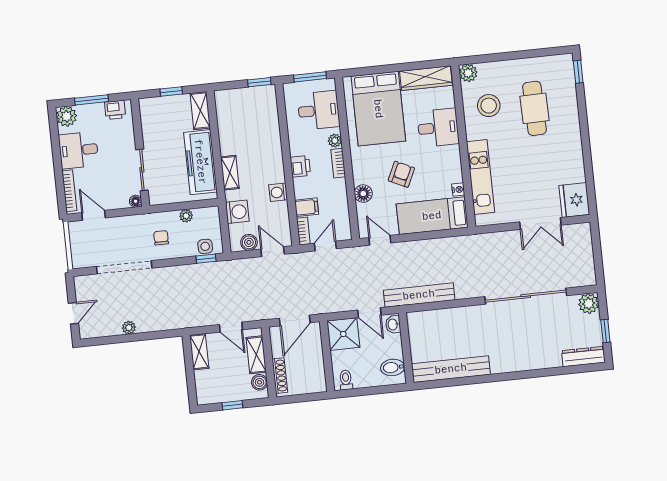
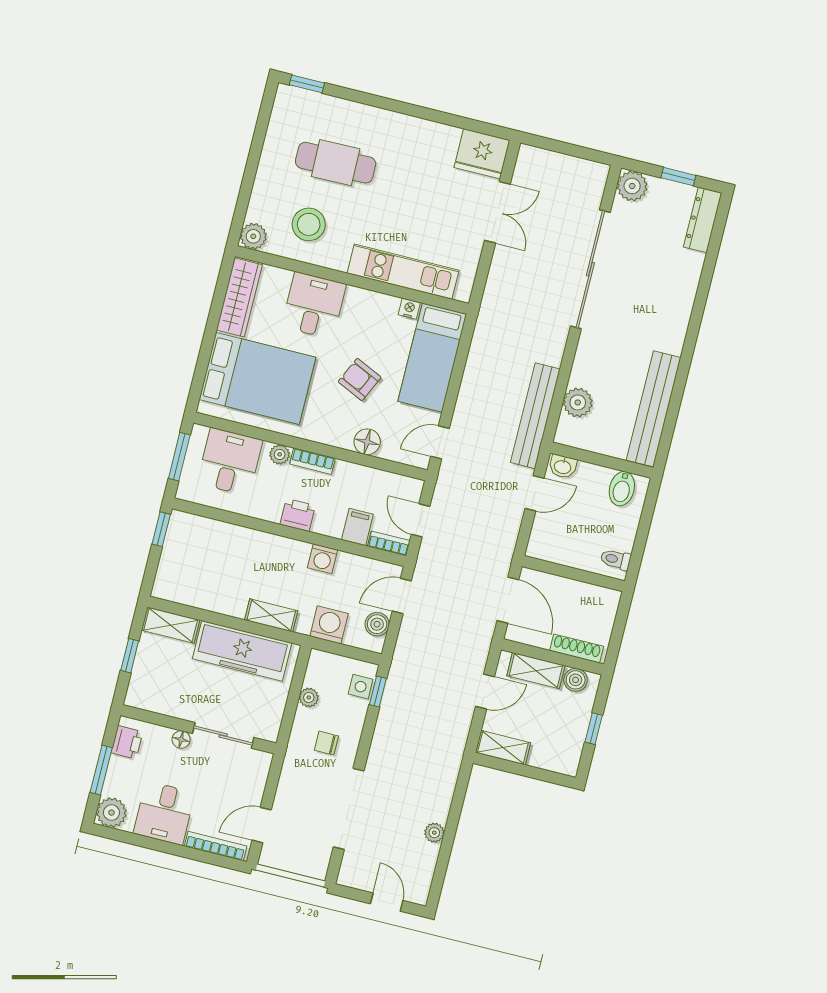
floor lamp: (136, 201) -> (181, 739), moved
plant: (437, 319) -> (578, 402), added
shower: (343, 334) -> (551, 540), removed

